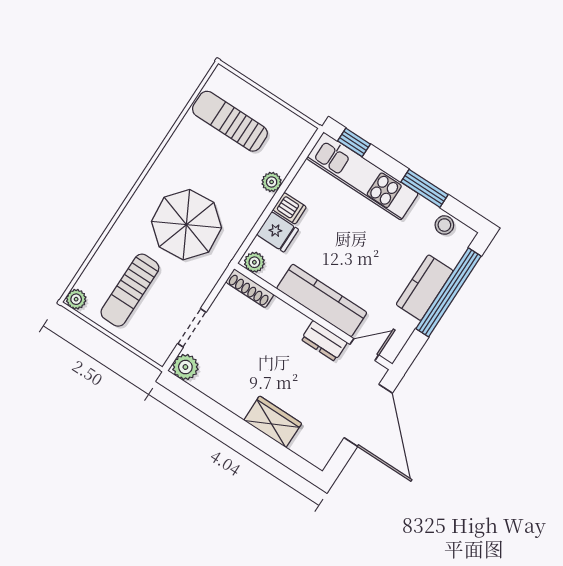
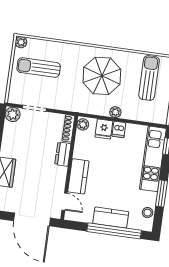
plant: (272, 182) -> (115, 112), moved
parasol: (186, 225) -> (102, 76), moved
kitchen counter: (322, 300) -> (78, 176), width x0.67
dresser: (324, 341) -> (63, 154), moved
door: (368, 415) -> (32, 219), hinge flipped

